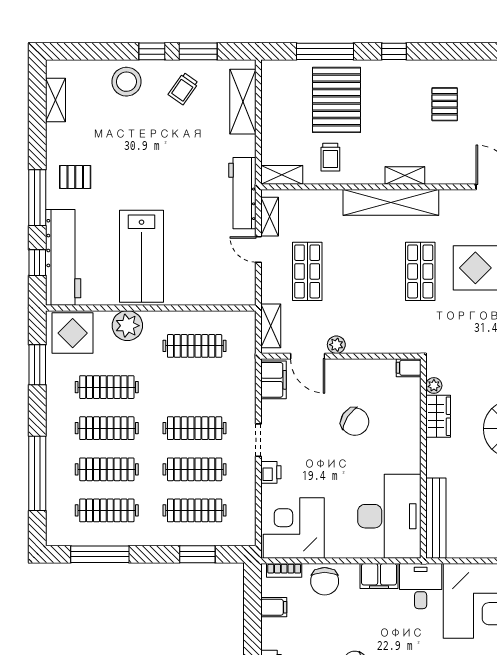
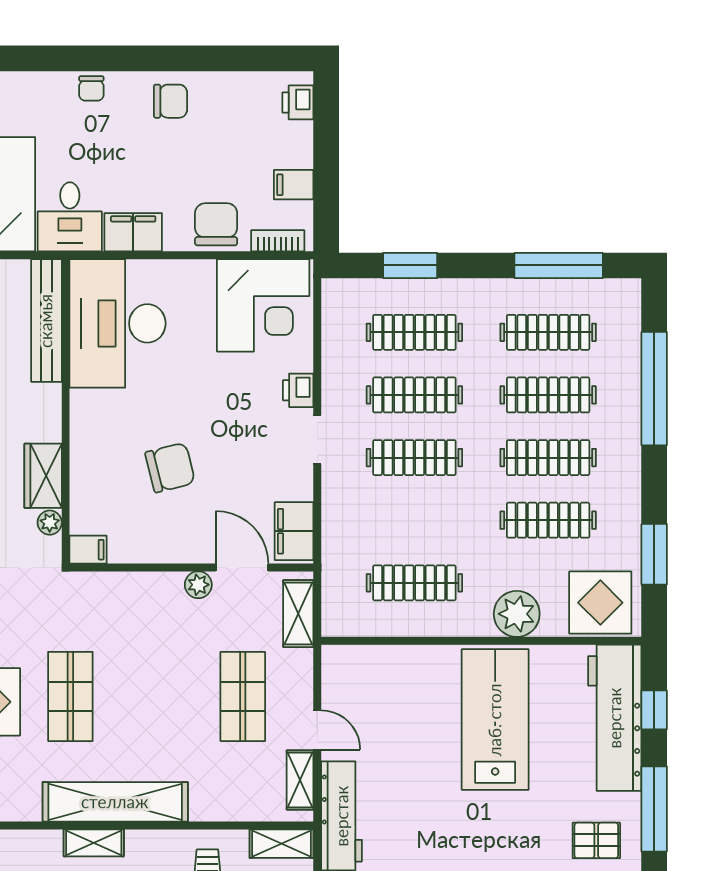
chair: (355, 422) -> (170, 468), turned 133

